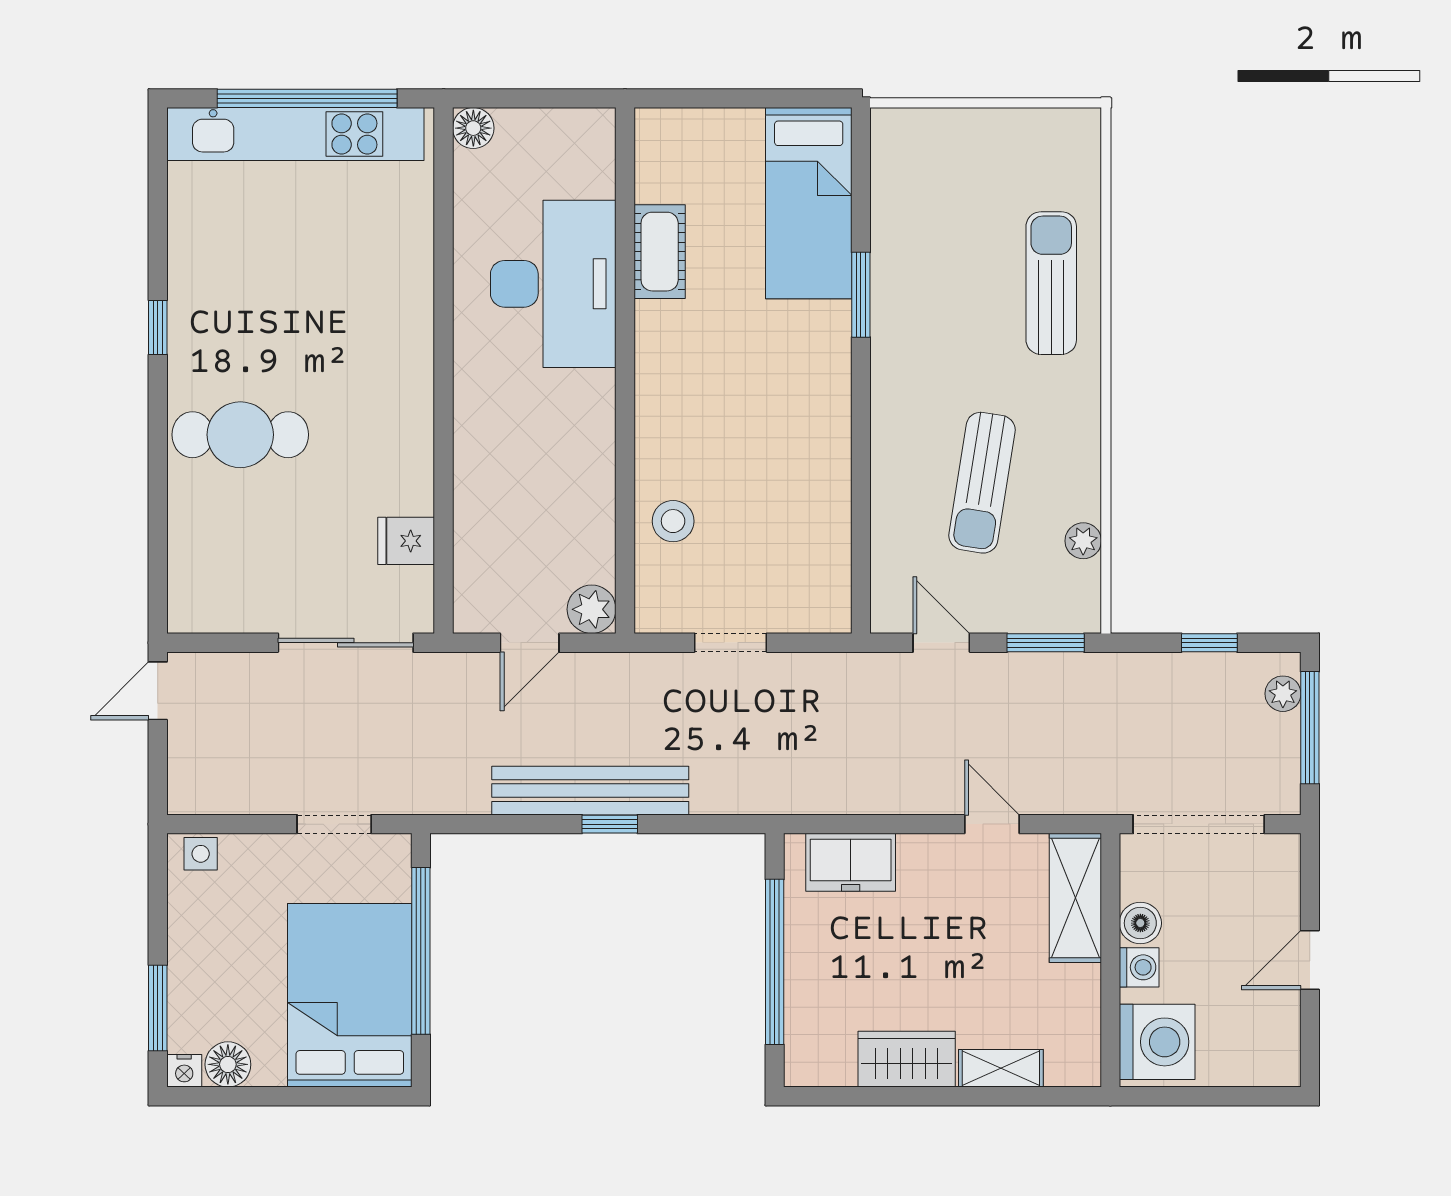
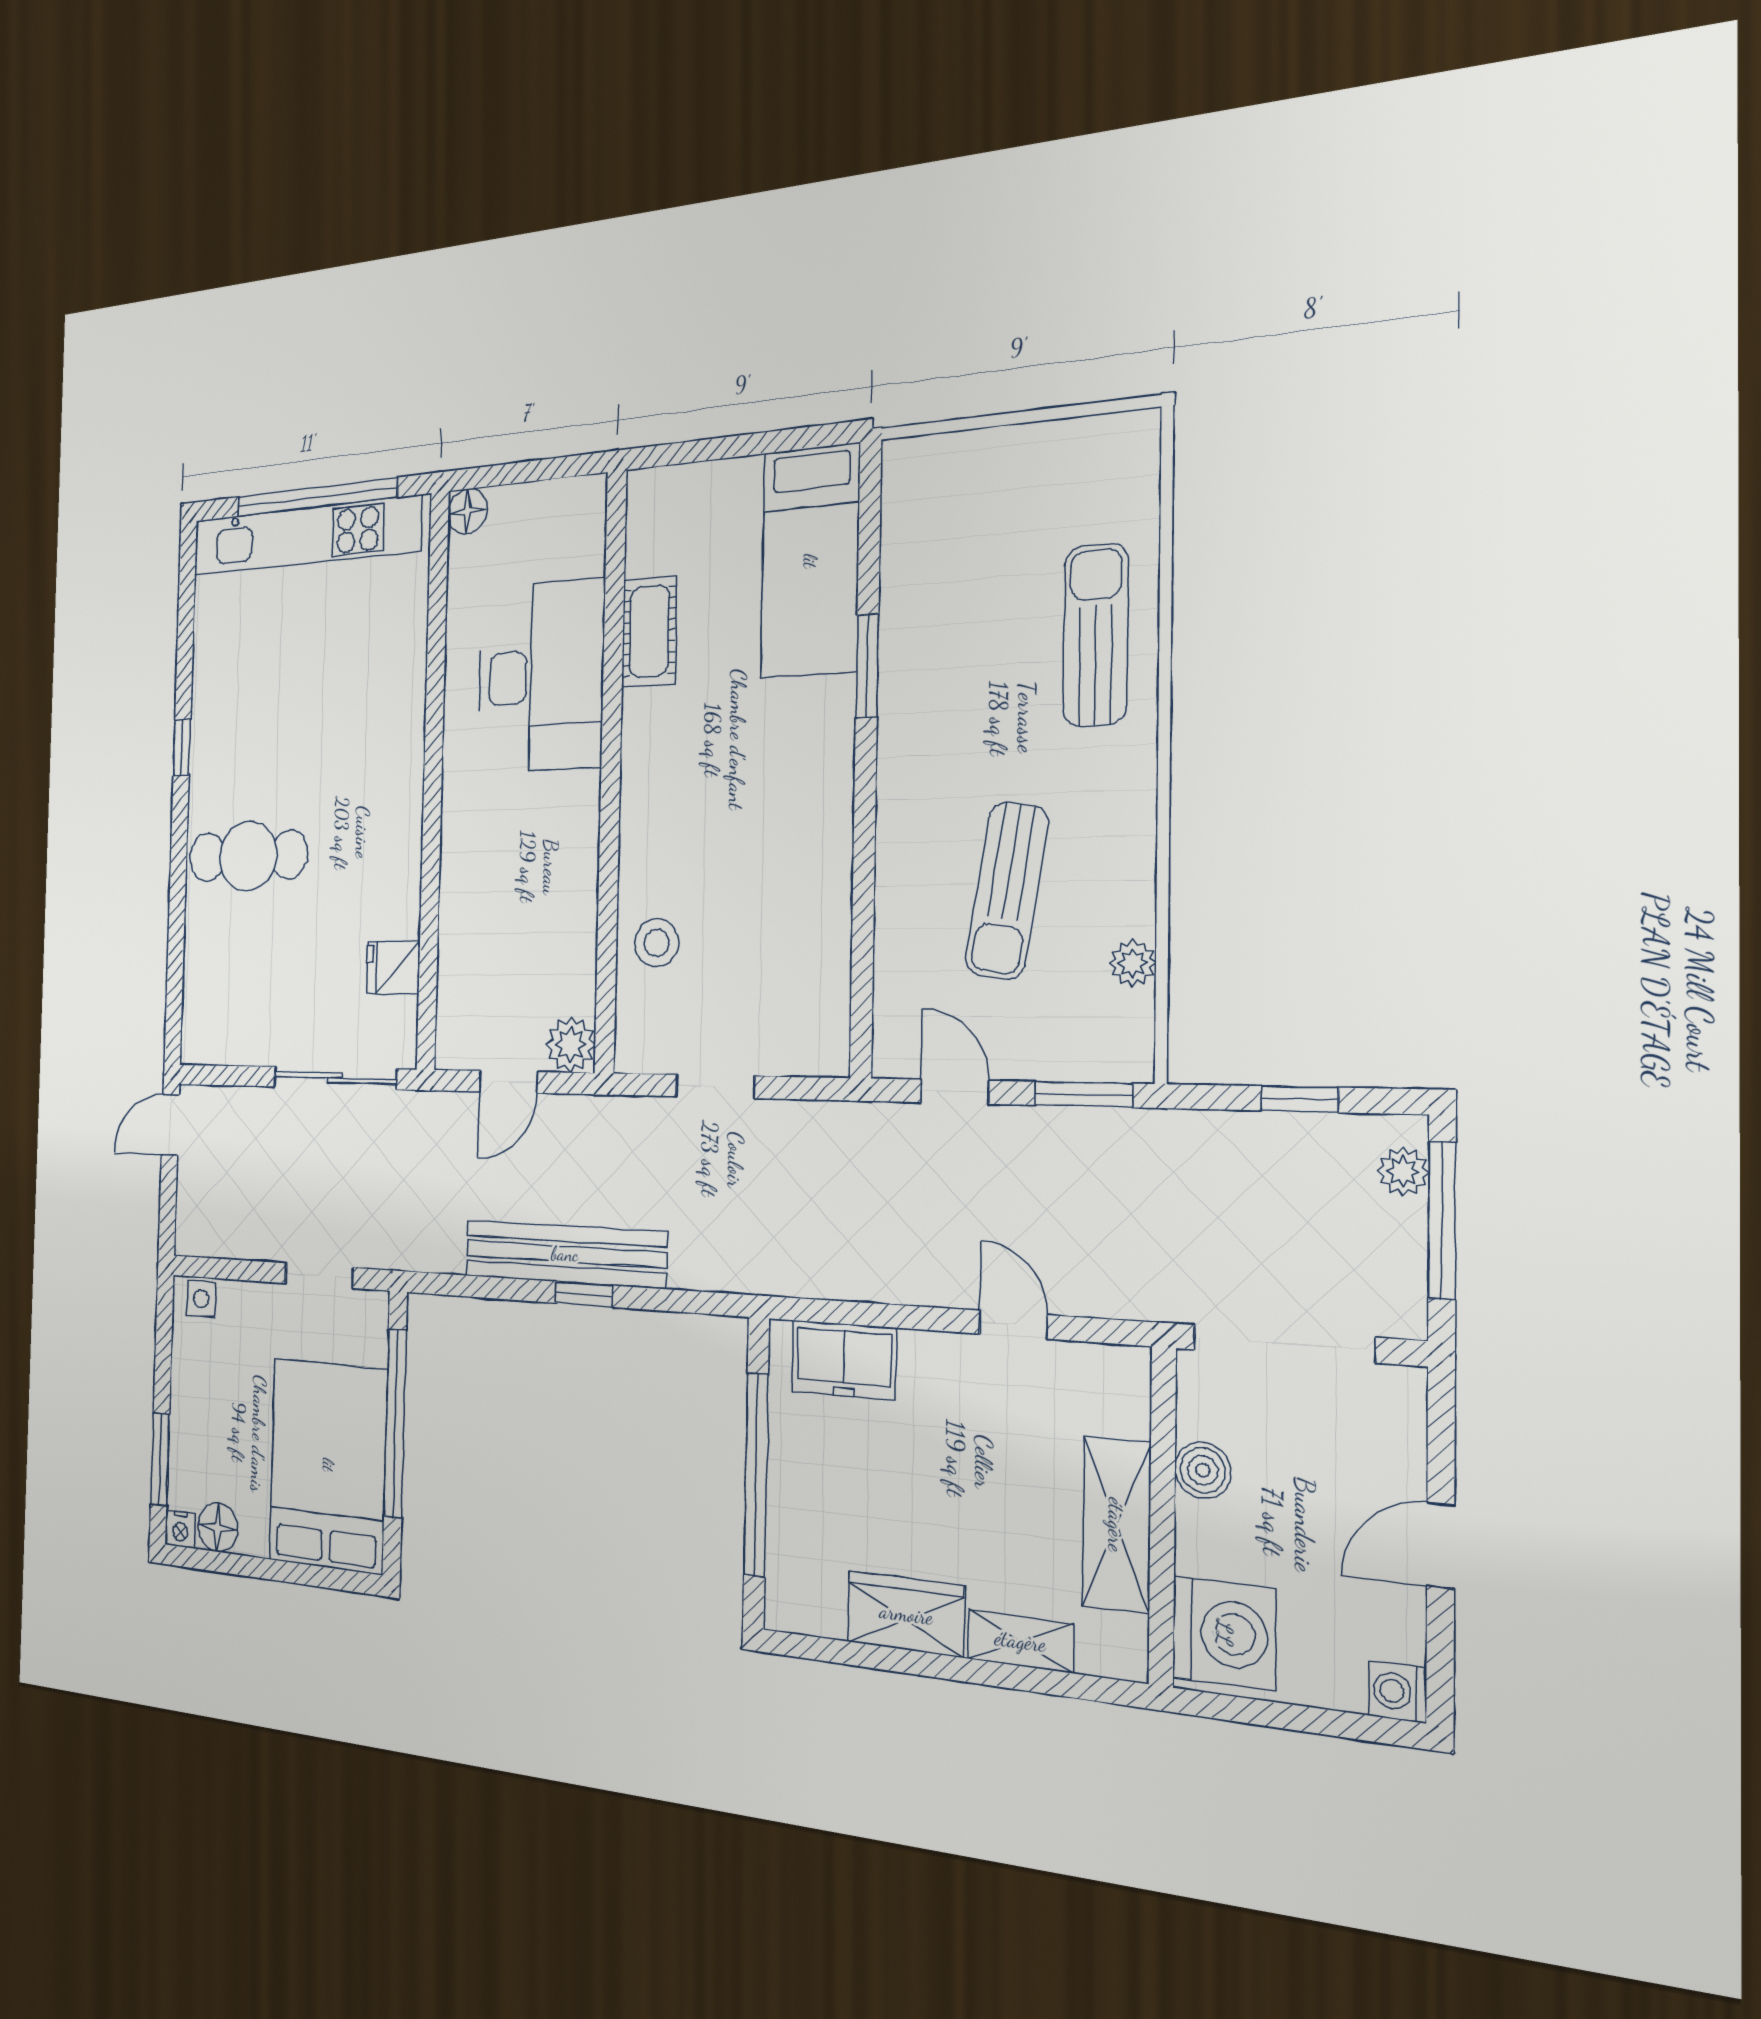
shelving: (1075, 898) -> (1116, 1525), moved
washing machine: (1139, 967) -> (1398, 1692), moved, turned 180

